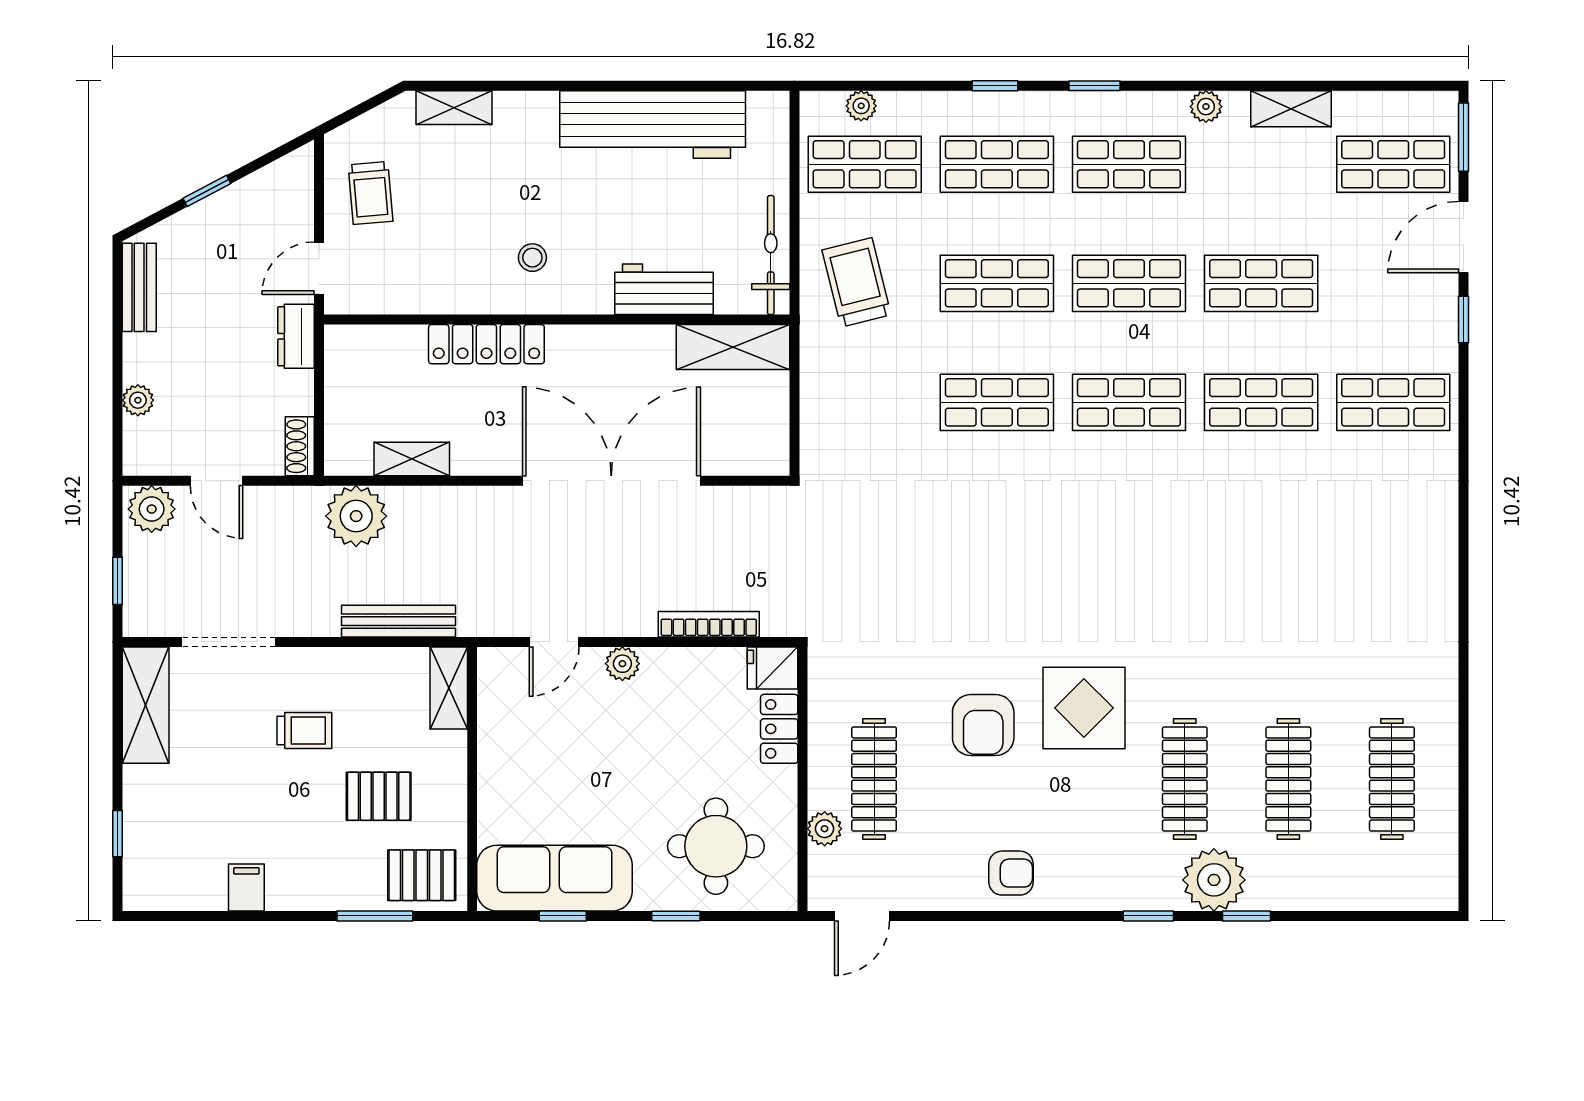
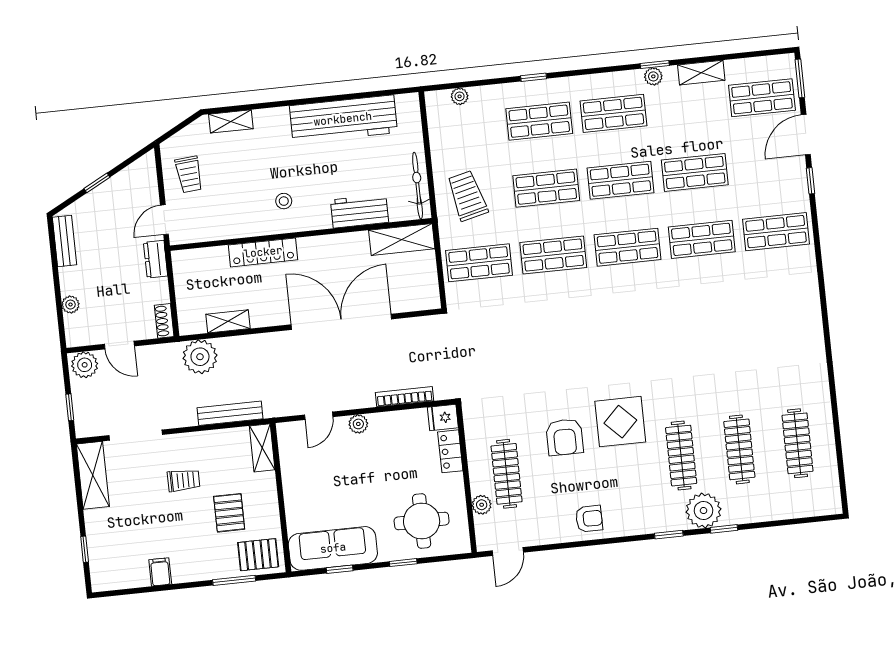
window: (1094, 86) -> (655, 64), moved
shop shelf: (865, 164) -> (479, 263), moved
pallet: (379, 796) -> (229, 513), turned 90

